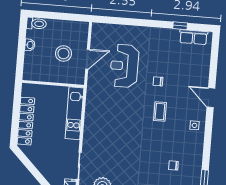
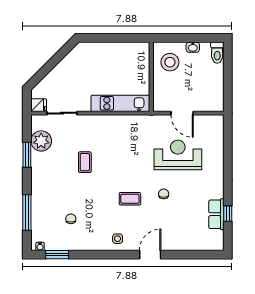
row of seats: (193, 37) -> (216, 214), moved
stool: (63, 53) -> (170, 62), moved
locker: (26, 121) -> (107, 50), removed
coffee table: (124, 149) -> (85, 162), added

